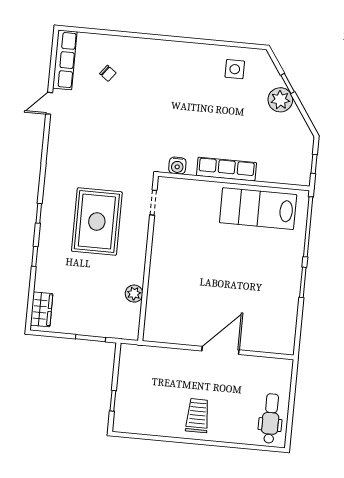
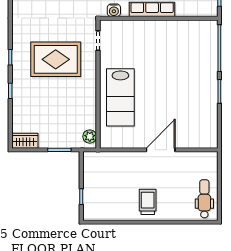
lab bench: (258, 209) -> (120, 97), moved, turned -90
rug: (97, 222) -> (56, 59), turned 90
plant: (134, 294) -> (90, 137), moved
wardrobe: (41, 309) -> (25, 141), moved, turned -90

